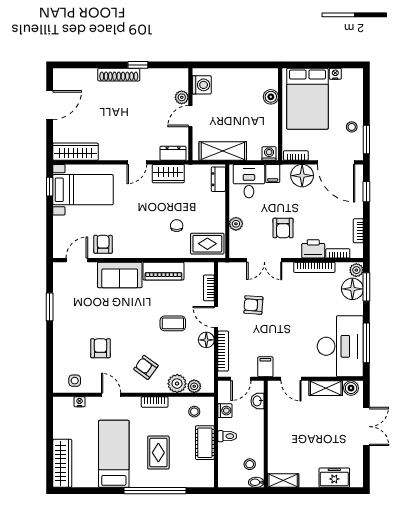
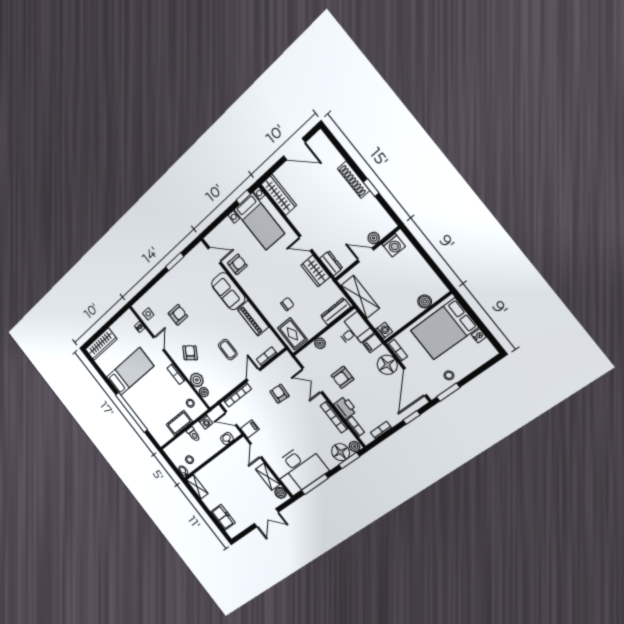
dresser: (218, 179) -> (336, 311), width x1.44
floor lamp: (206, 340) -> (235, 379), removed
rug: (158, 453) -> (152, 398), removed

